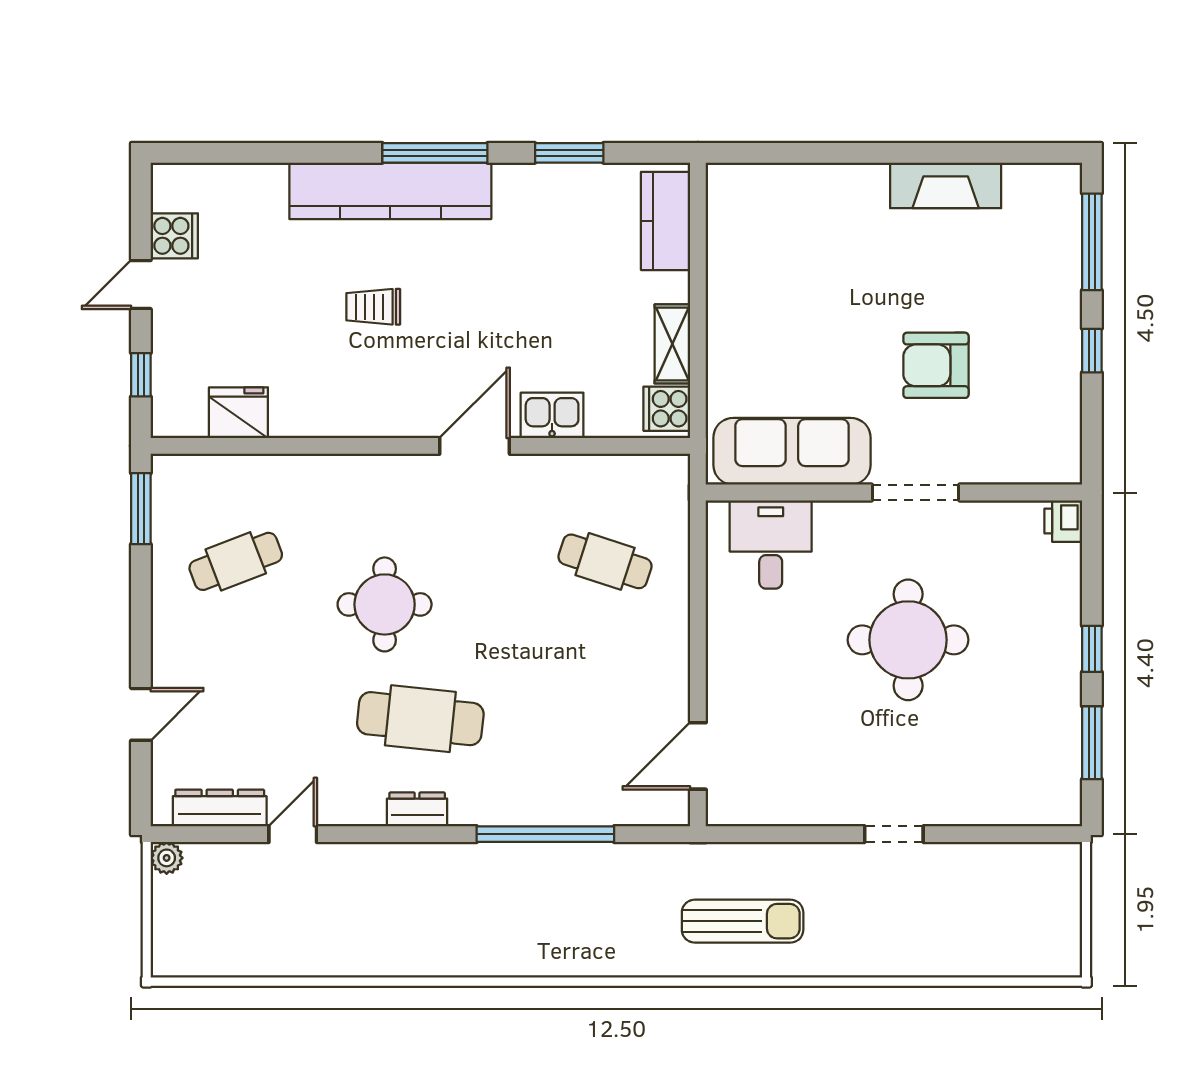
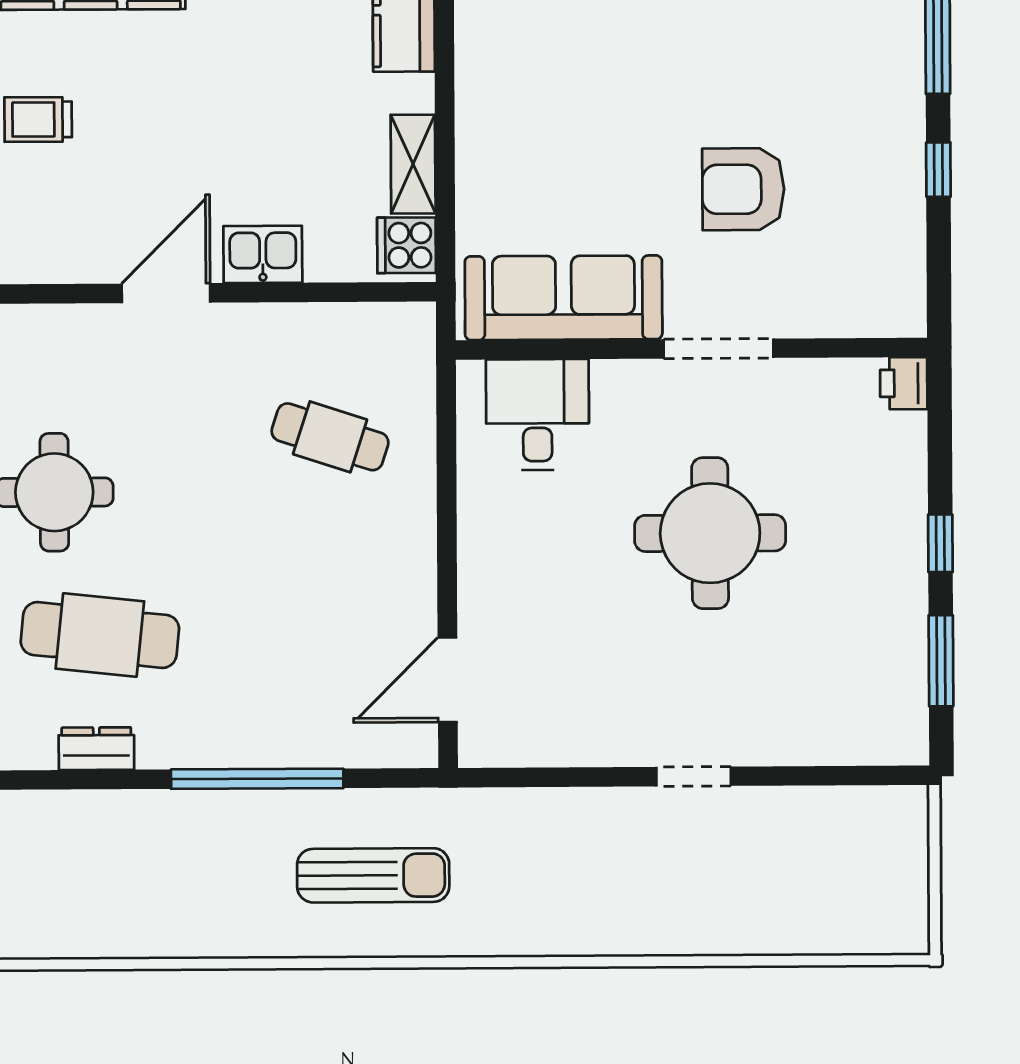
sun lounger: (743, 921) -> (373, 875), moved

